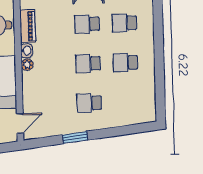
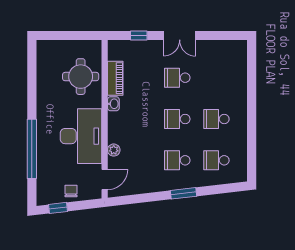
school desk: (124, 23) -> (216, 160), moved
plant: (27, 65) -> (114, 150), moved
window: (75, 137) -> (184, 193), moved

